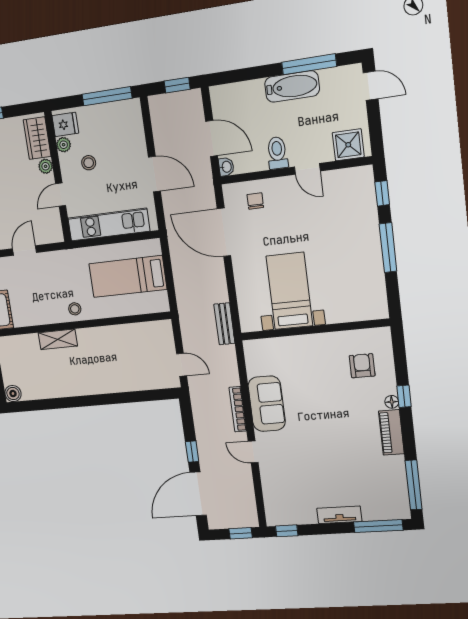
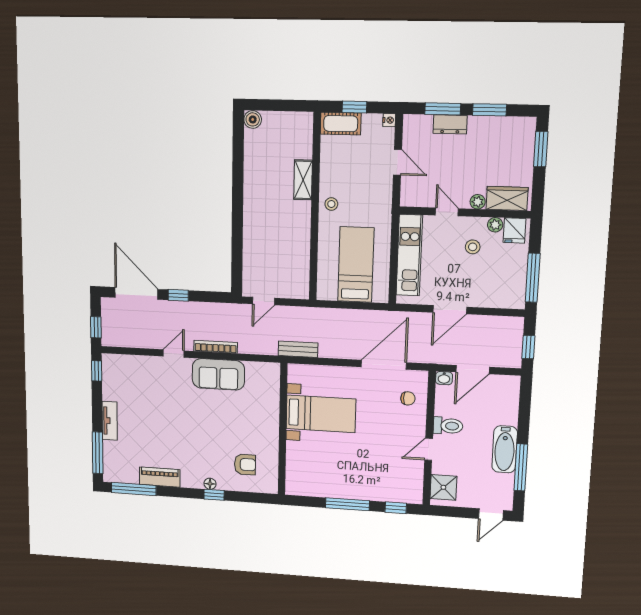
piano: (391, 432) -> (160, 477), moved

